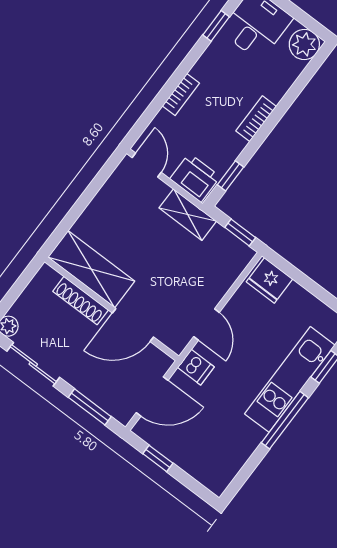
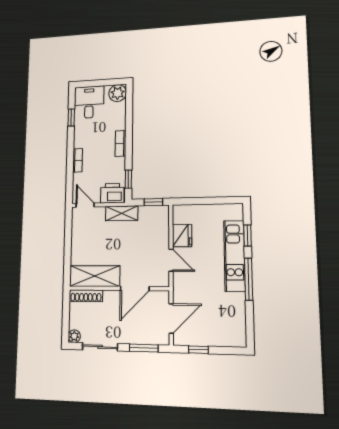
fridge: (269, 280) -> (182, 236), moved, turned -90
shoe rack: (81, 301) -> (86, 296), moved
dishwasher: (196, 367) -> (182, 286), removed

